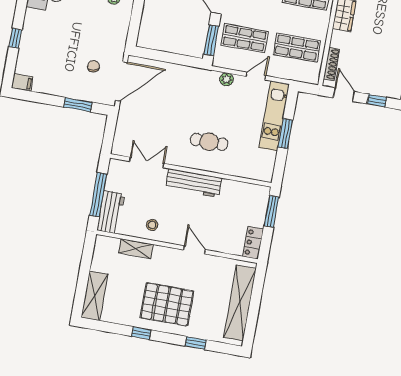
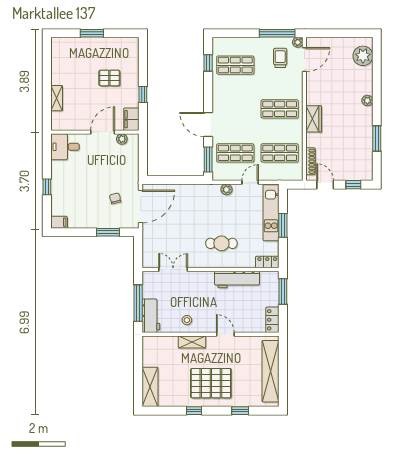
locker: (259, 174) -> (267, 262), added
workbench: (194, 183) -> (237, 280), moved
shelving: (136, 249) -> (192, 342), moved

